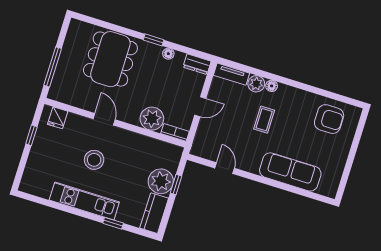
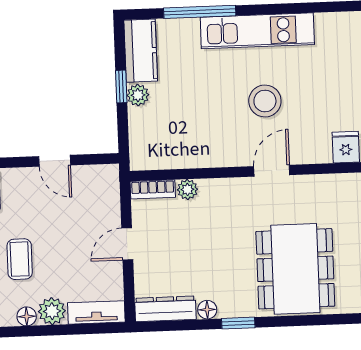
dresser: (197, 64) -> (165, 309), width x1.44
door: (104, 119) -> (272, 171), swing flipped
plant: (152, 119) -> (187, 189), width x0.53, depth x0.53
plant: (161, 181) -> (138, 95), width x0.53, depth x0.53
window: (176, 184) -> (121, 86), moved
window: (113, 223) -> (200, 12), width x2.17

